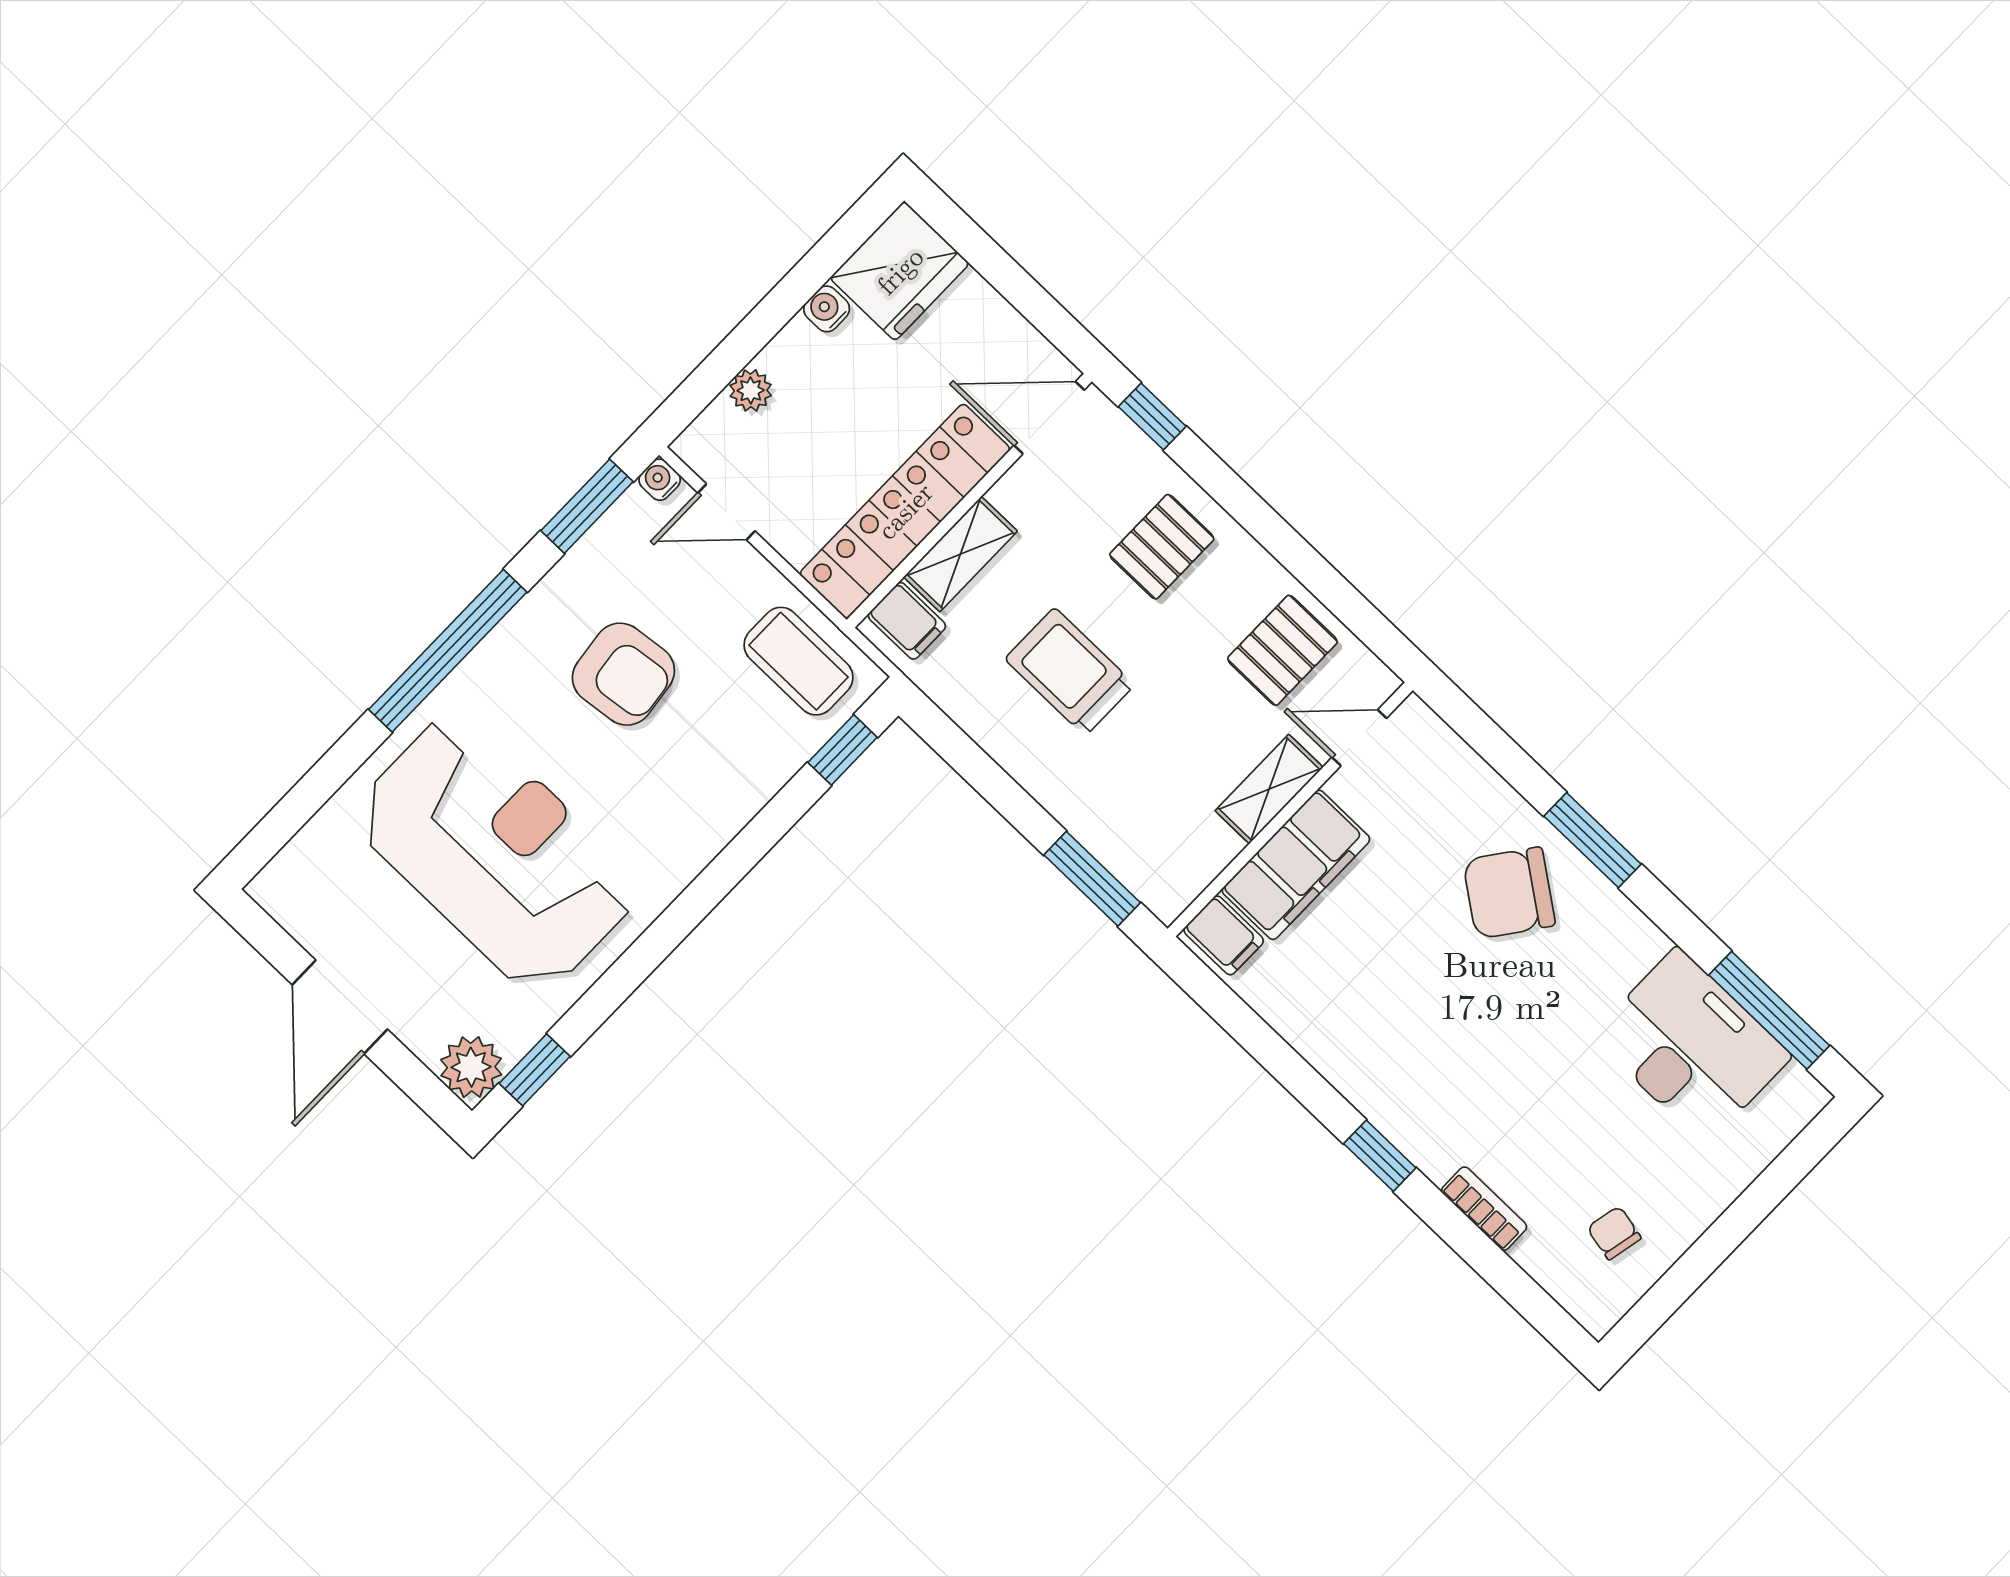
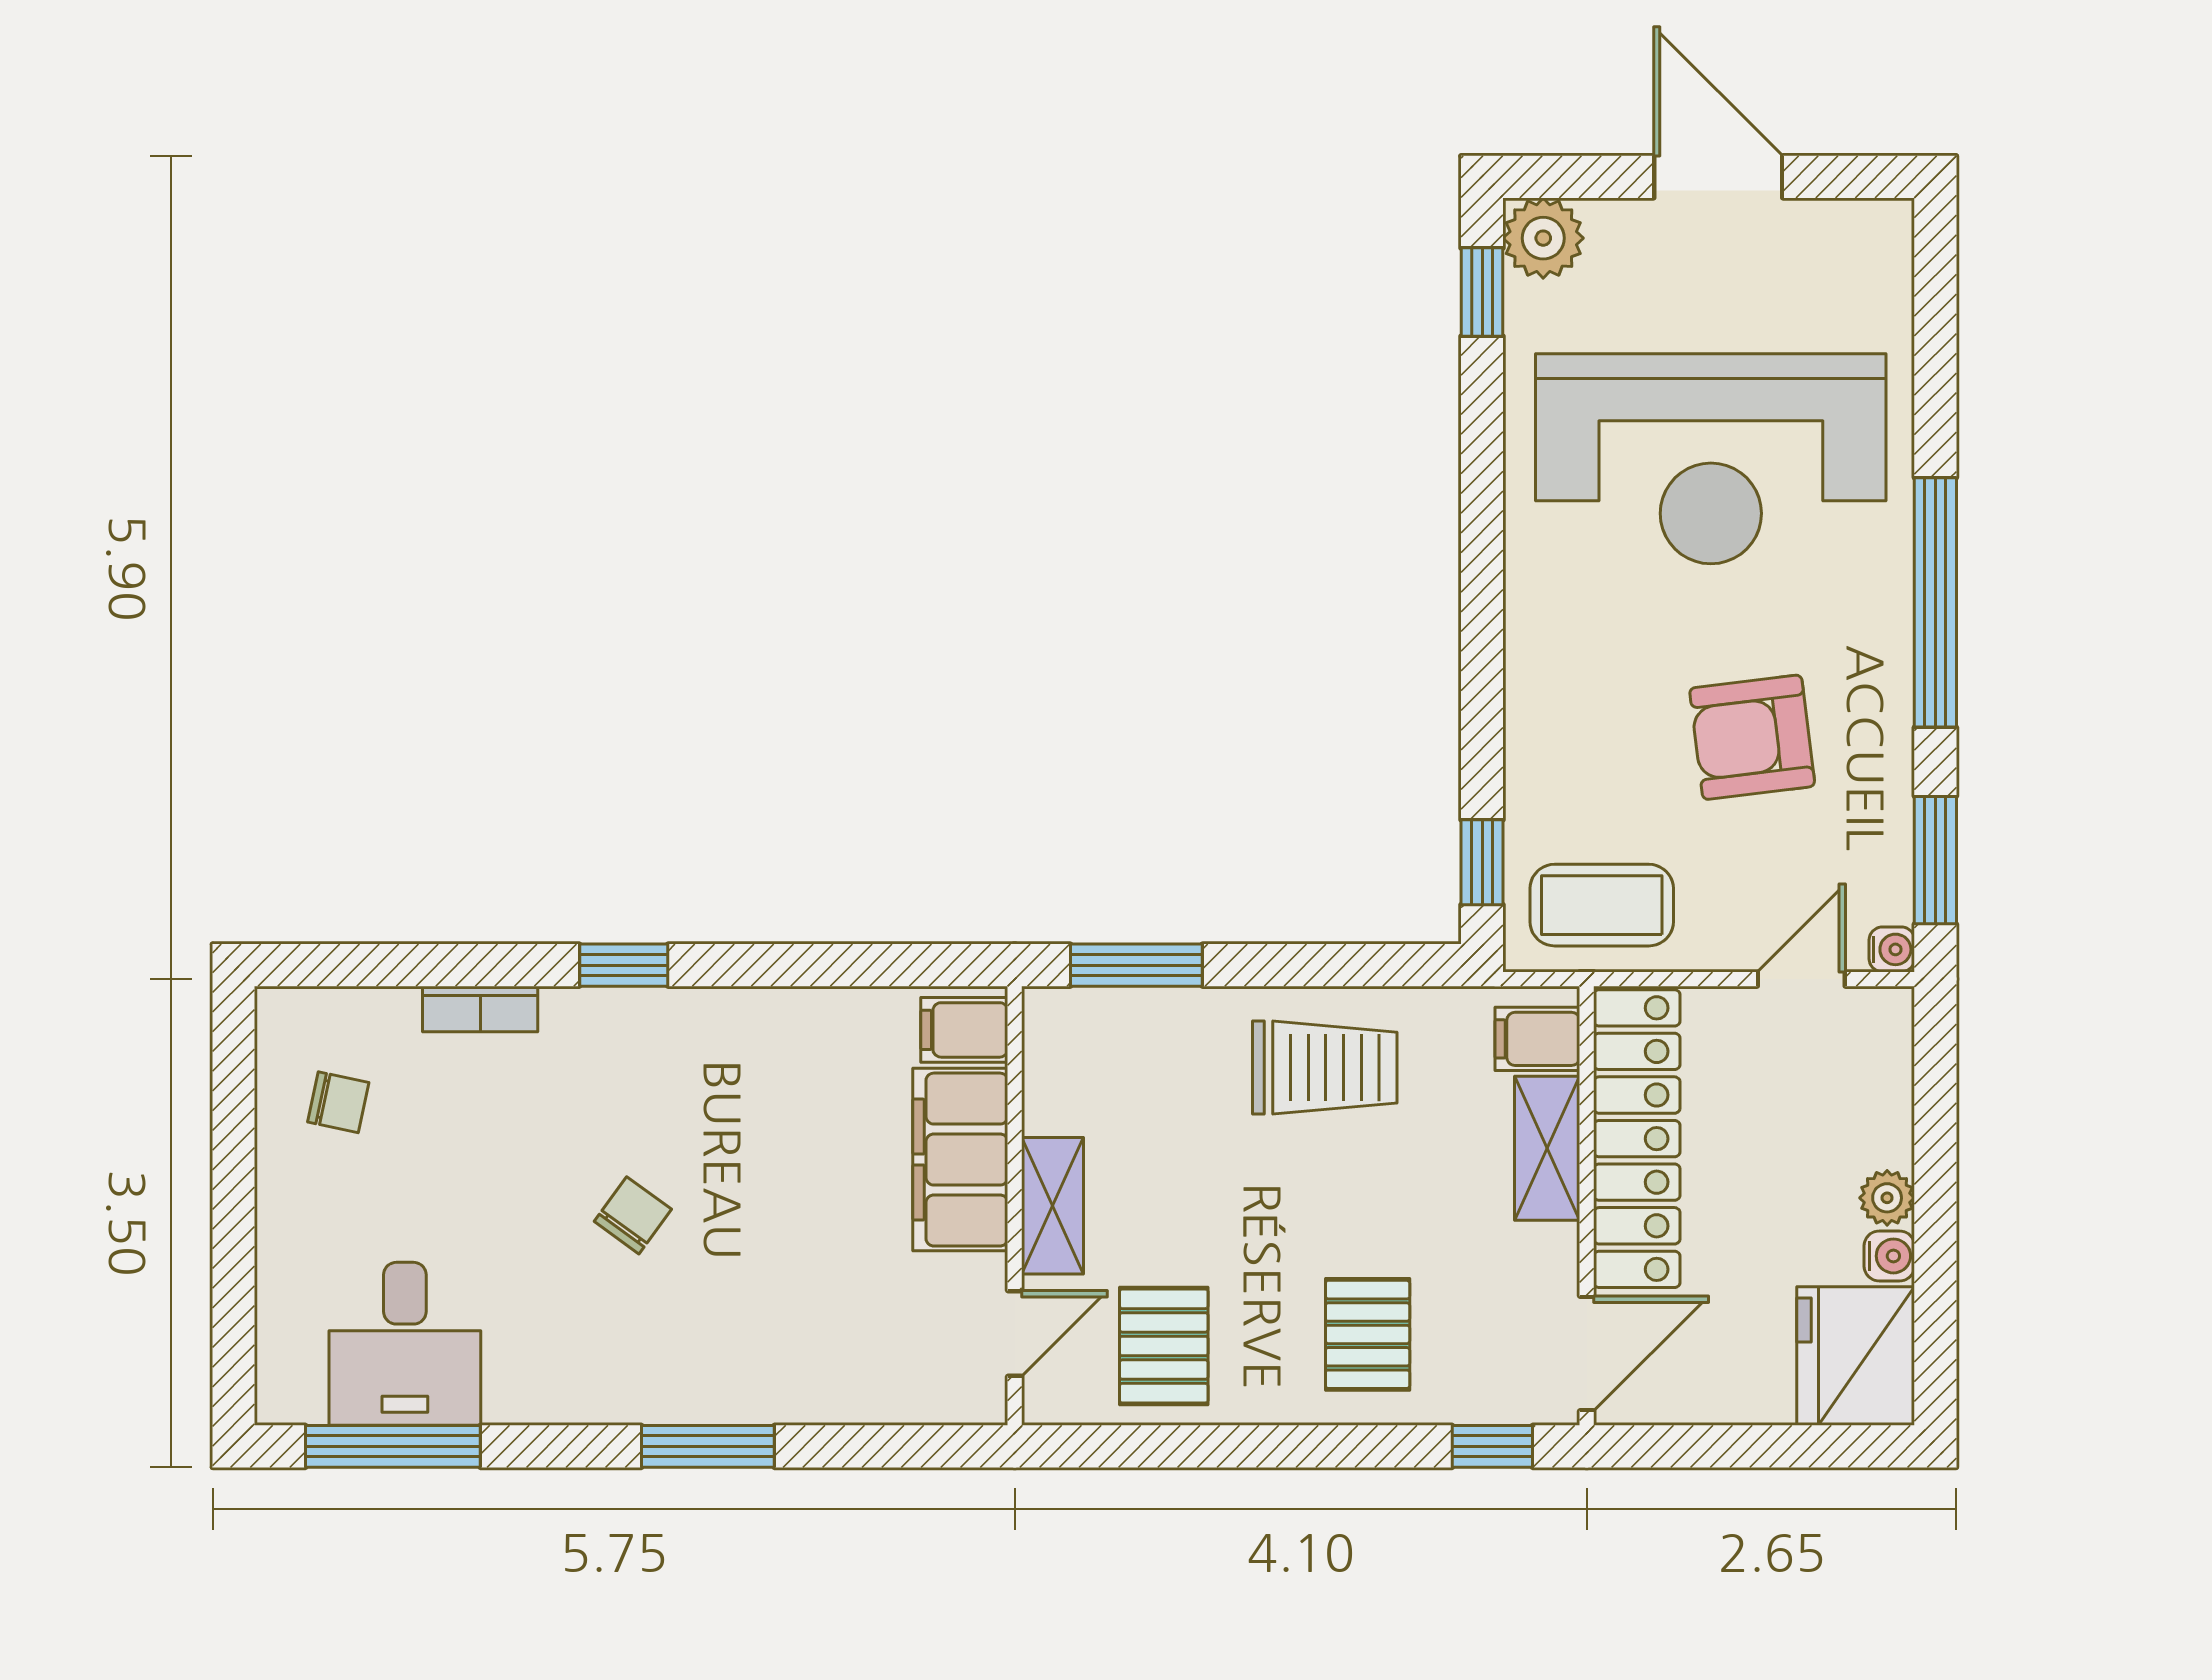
plant: (751, 390) -> (1887, 1198), moved
trolley: (1070, 672) -> (1325, 1068), moved
chair: (1509, 893) -> (633, 1215), moved, width x0.54, depth x0.54
desk: (1691, 1046) -> (405, 1344), width x0.73

